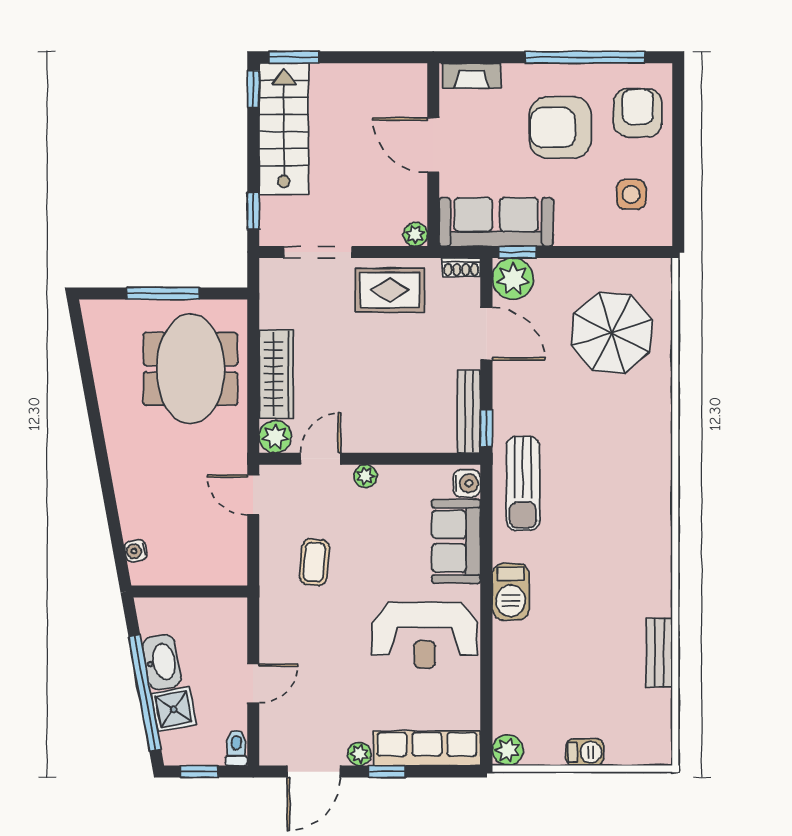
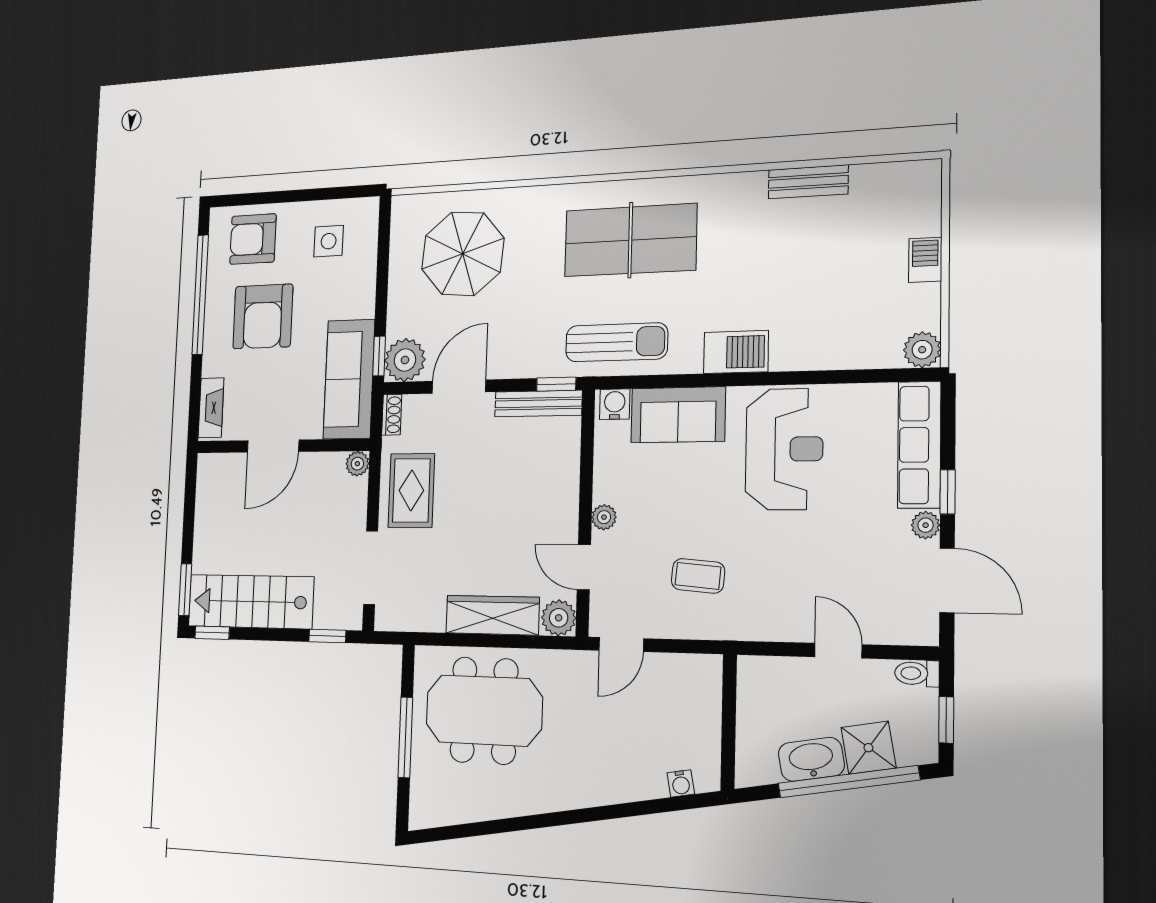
table tennis table: (616, 494) -> (630, 240), added

